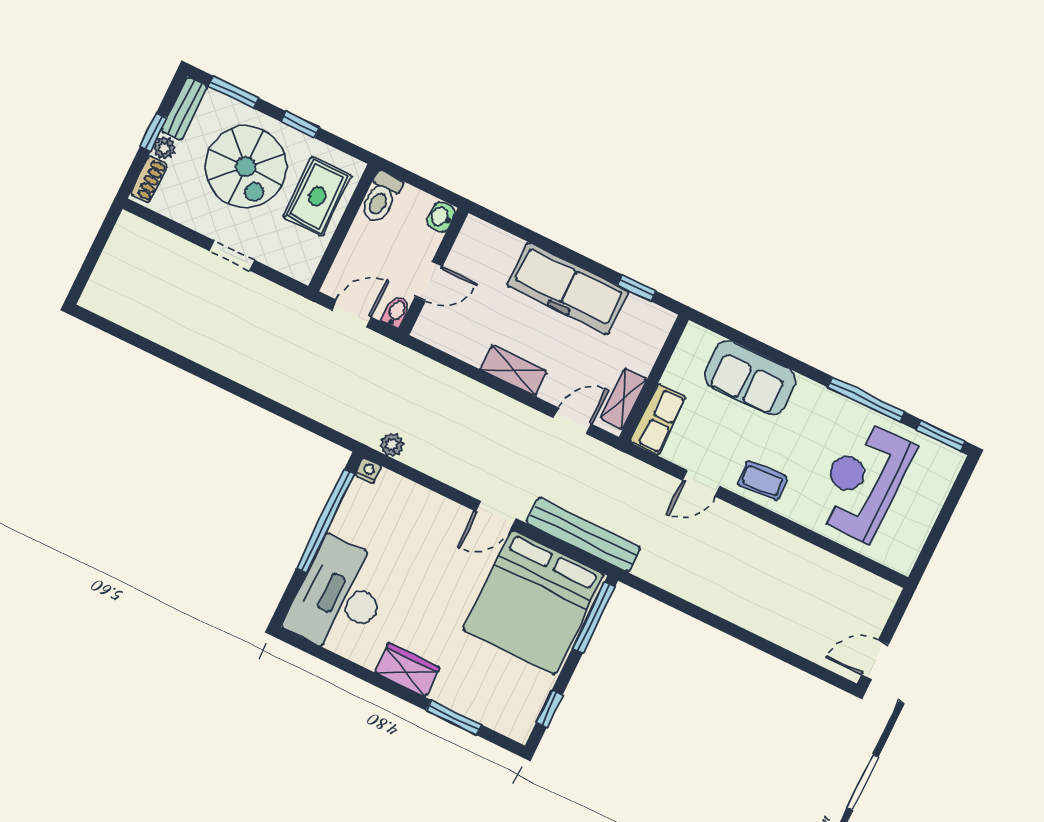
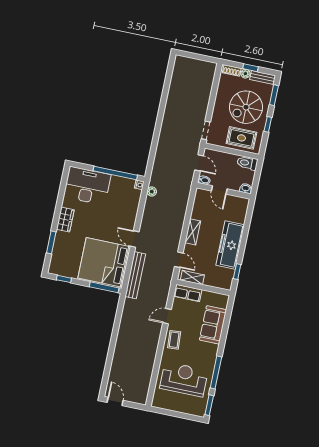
doorway: (232, 255) -> (206, 130), moved
door: (701, 483) -> (167, 316), hinge flipped

